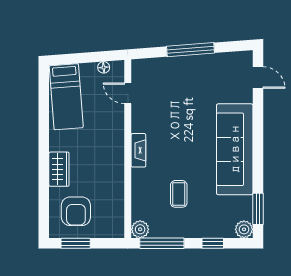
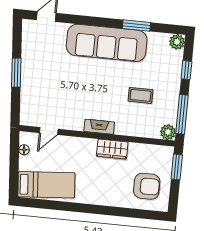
window: (191, 50) -> (16, 73), width x0.69
wardrobe: (59, 169) -> (112, 149), moved, turned 180
window: (258, 209) -> (136, 26), moved
window: (76, 243) -> (177, 167), moved

